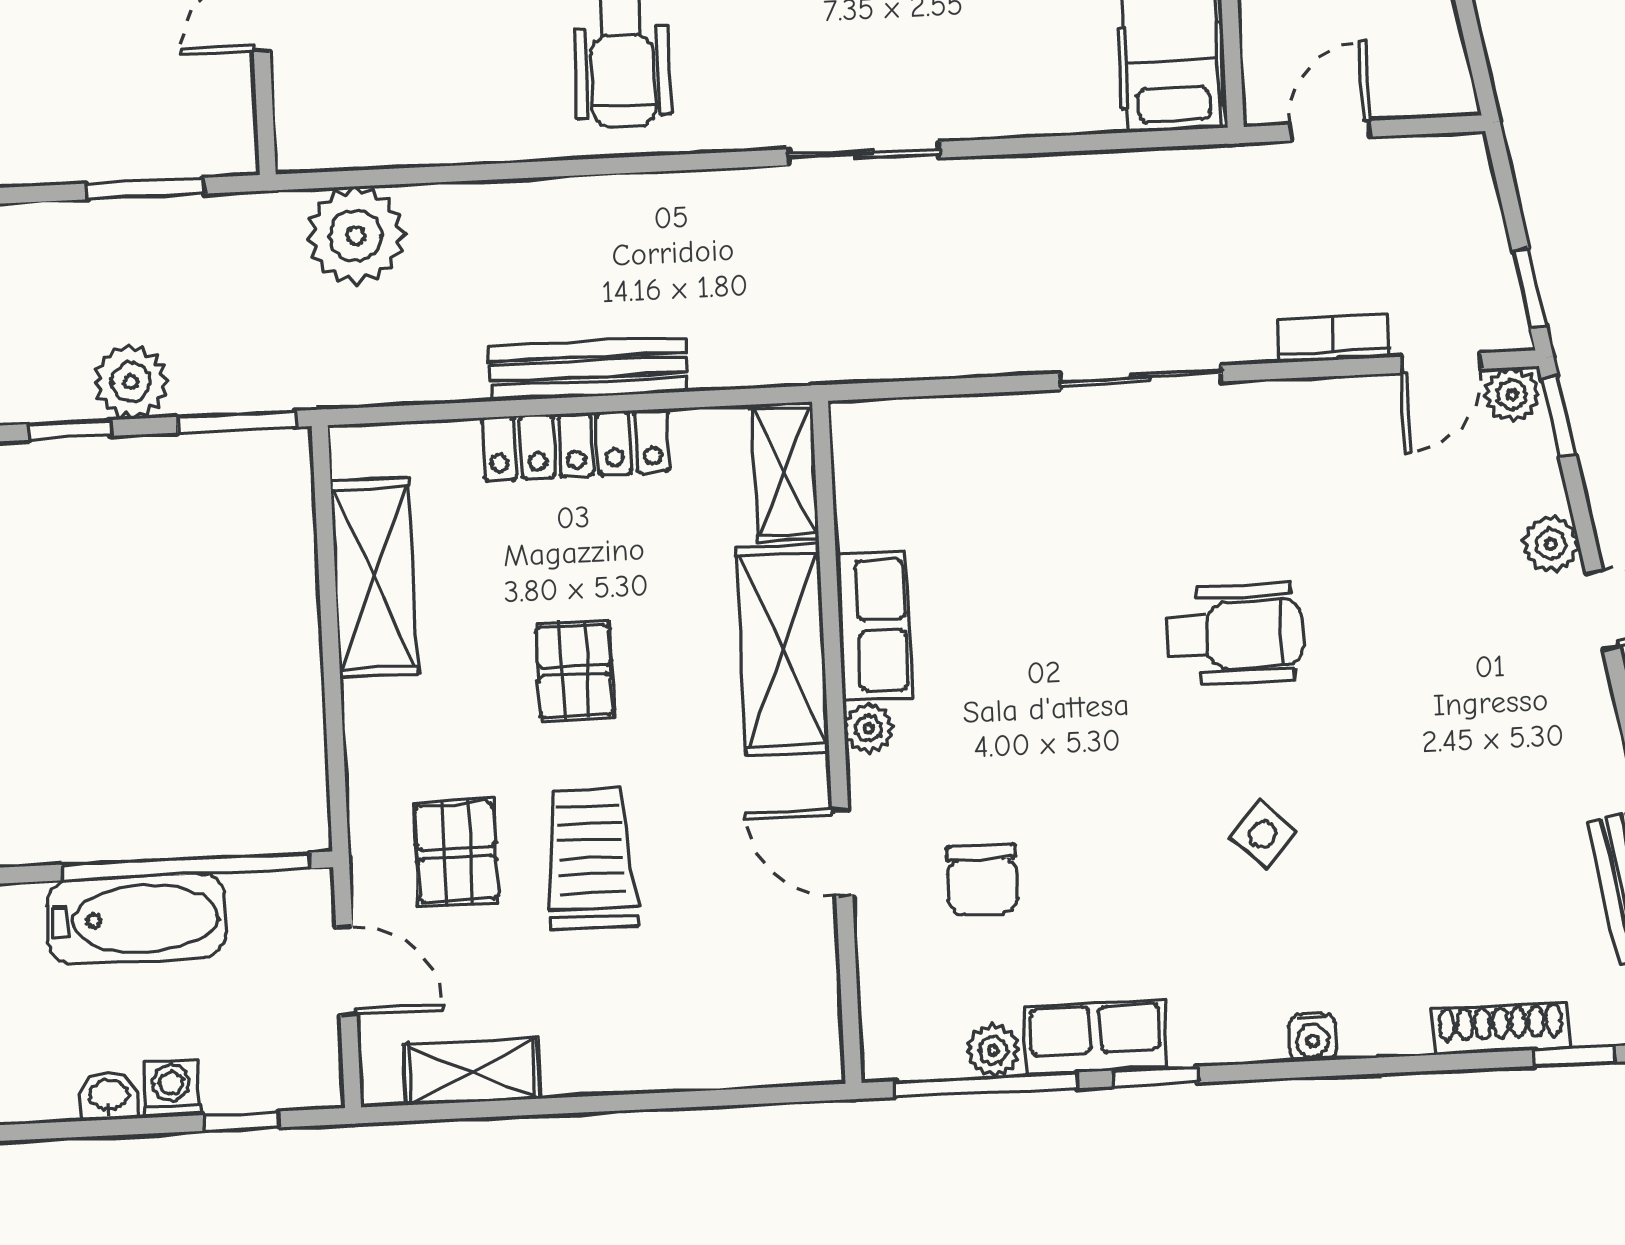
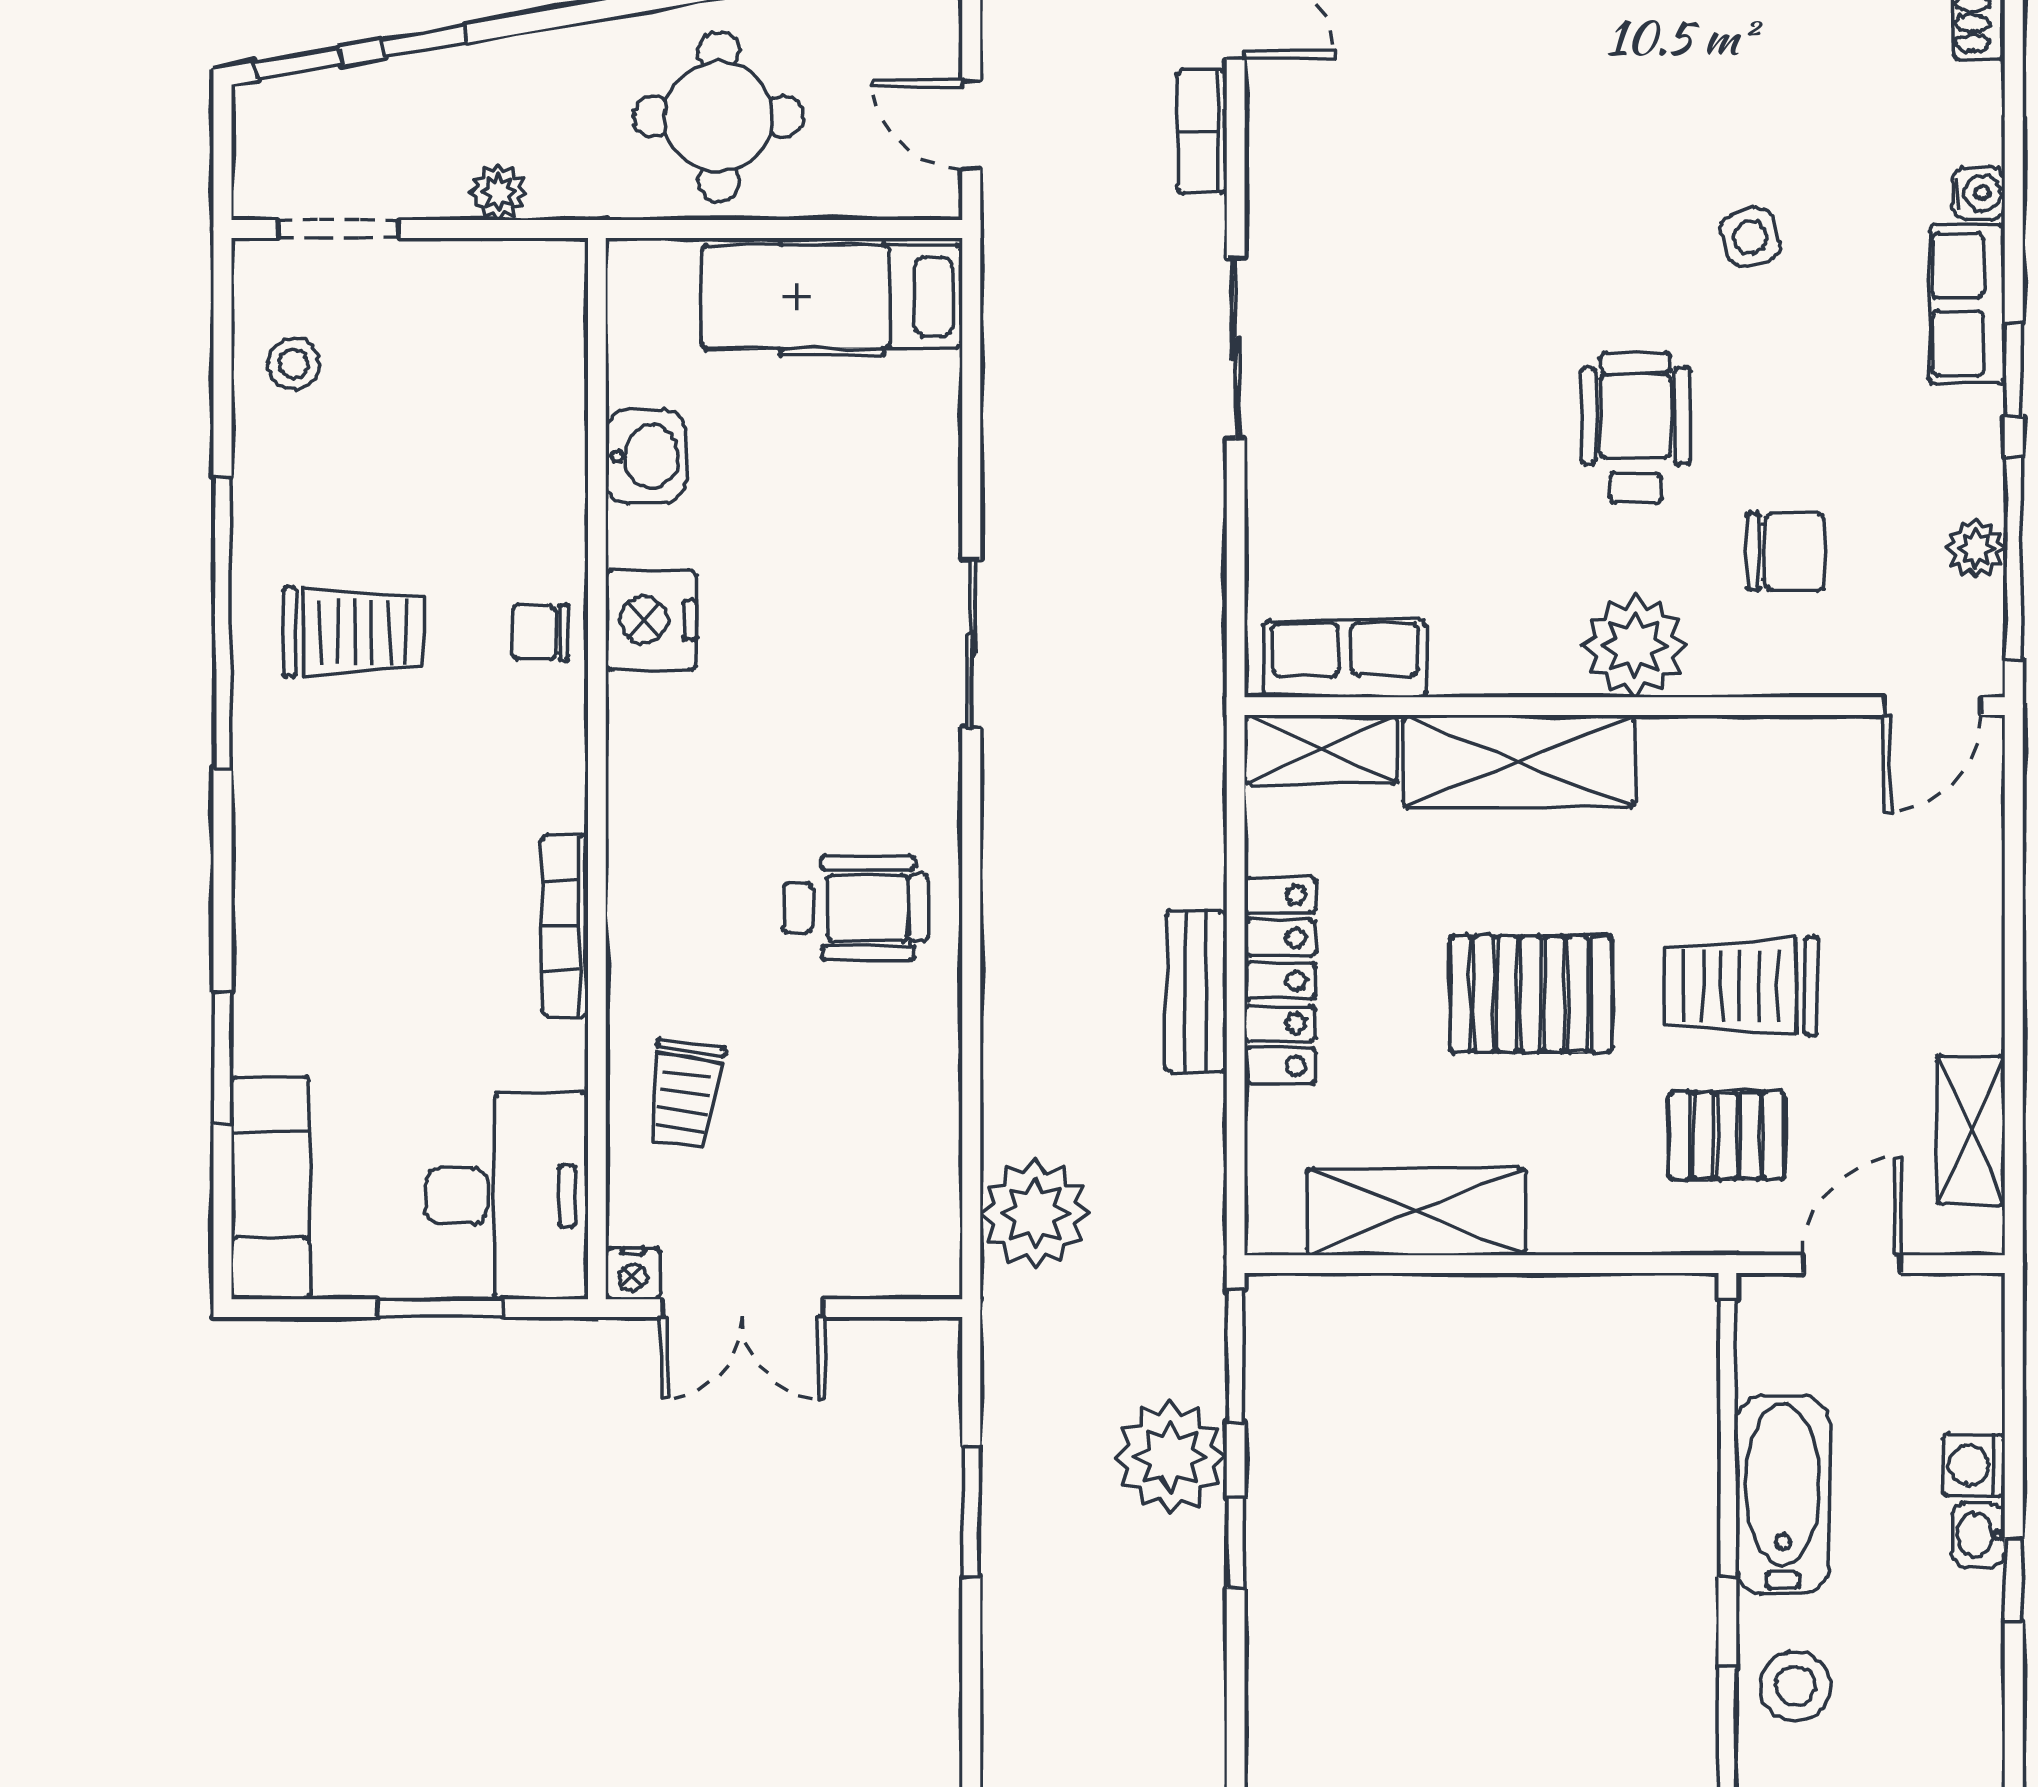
window: (145, 189) -> (971, 1511), moved
bench: (588, 369) -> (1196, 991), width x0.73
plant: (131, 382) -> (1171, 1457), width x1.36, depth x1.36
row of seats: (874, 625) -> (1345, 659), moved
wheelchair: (1235, 635) -> (1636, 428), moved
pallet: (574, 671) -> (1531, 994), width x1.50, depth x1.42
plant: (869, 728) -> (1635, 646), width x1.87, depth x1.87
side table: (1263, 834) -> (1750, 237), turned 31
door: (842, 852) -> (1932, 706), moved
row of seats: (1095, 1037) -> (1967, 305), moved
window: (241, 1121) -> (2014, 1580), moved

